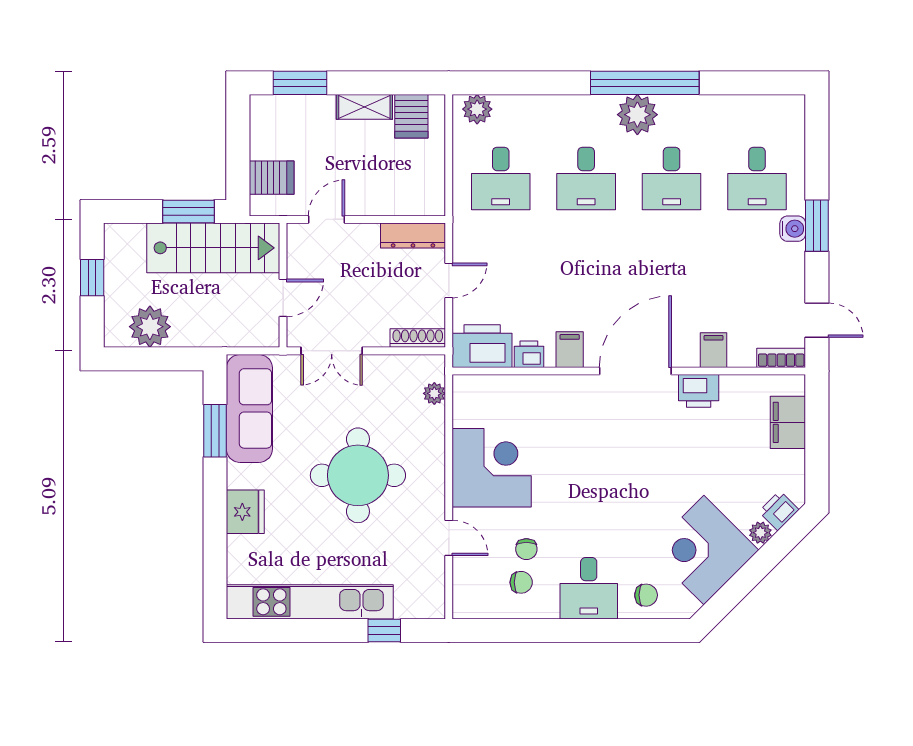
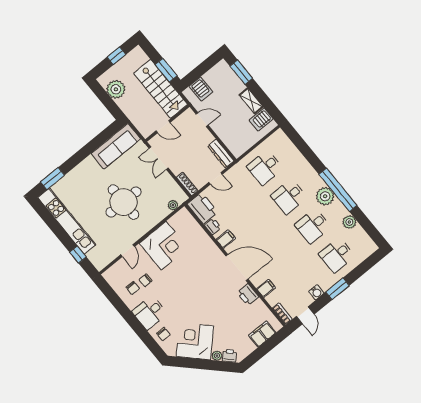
plant: (477, 109) -> (349, 222), moved
water cooler: (793, 229) -> (316, 292), moved
window: (215, 431) -> (52, 179), moved
fridge: (245, 512) -> (79, 174), removed

